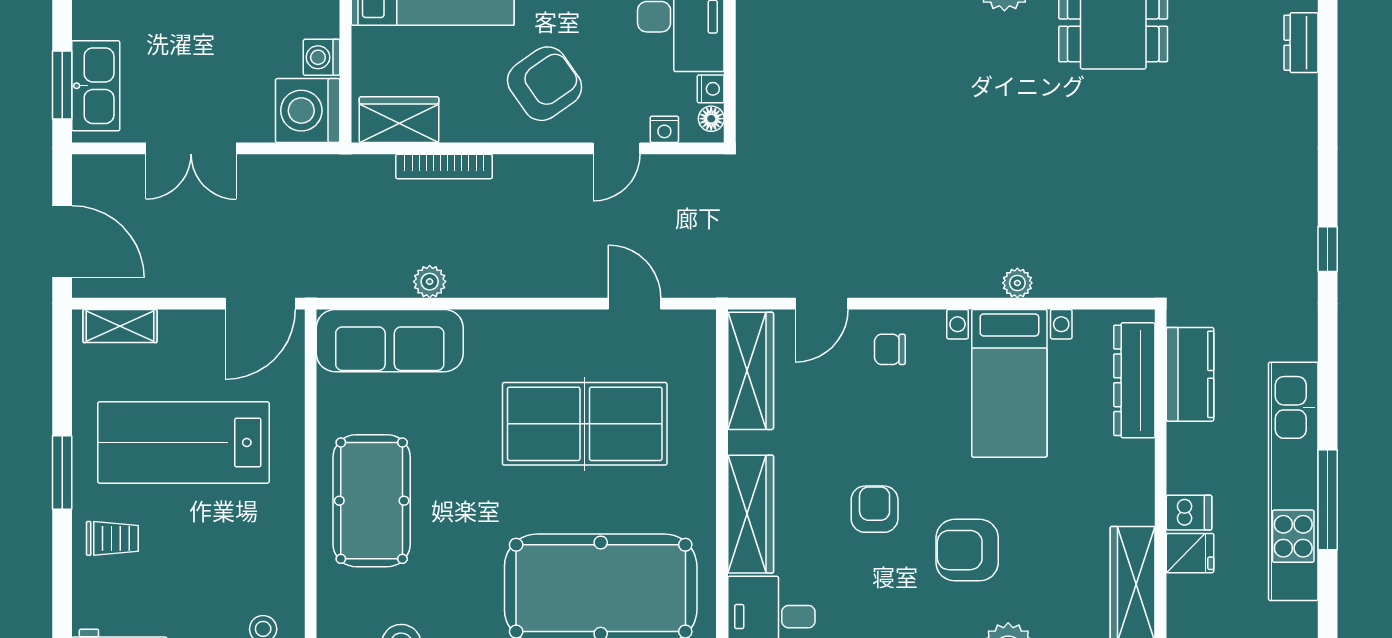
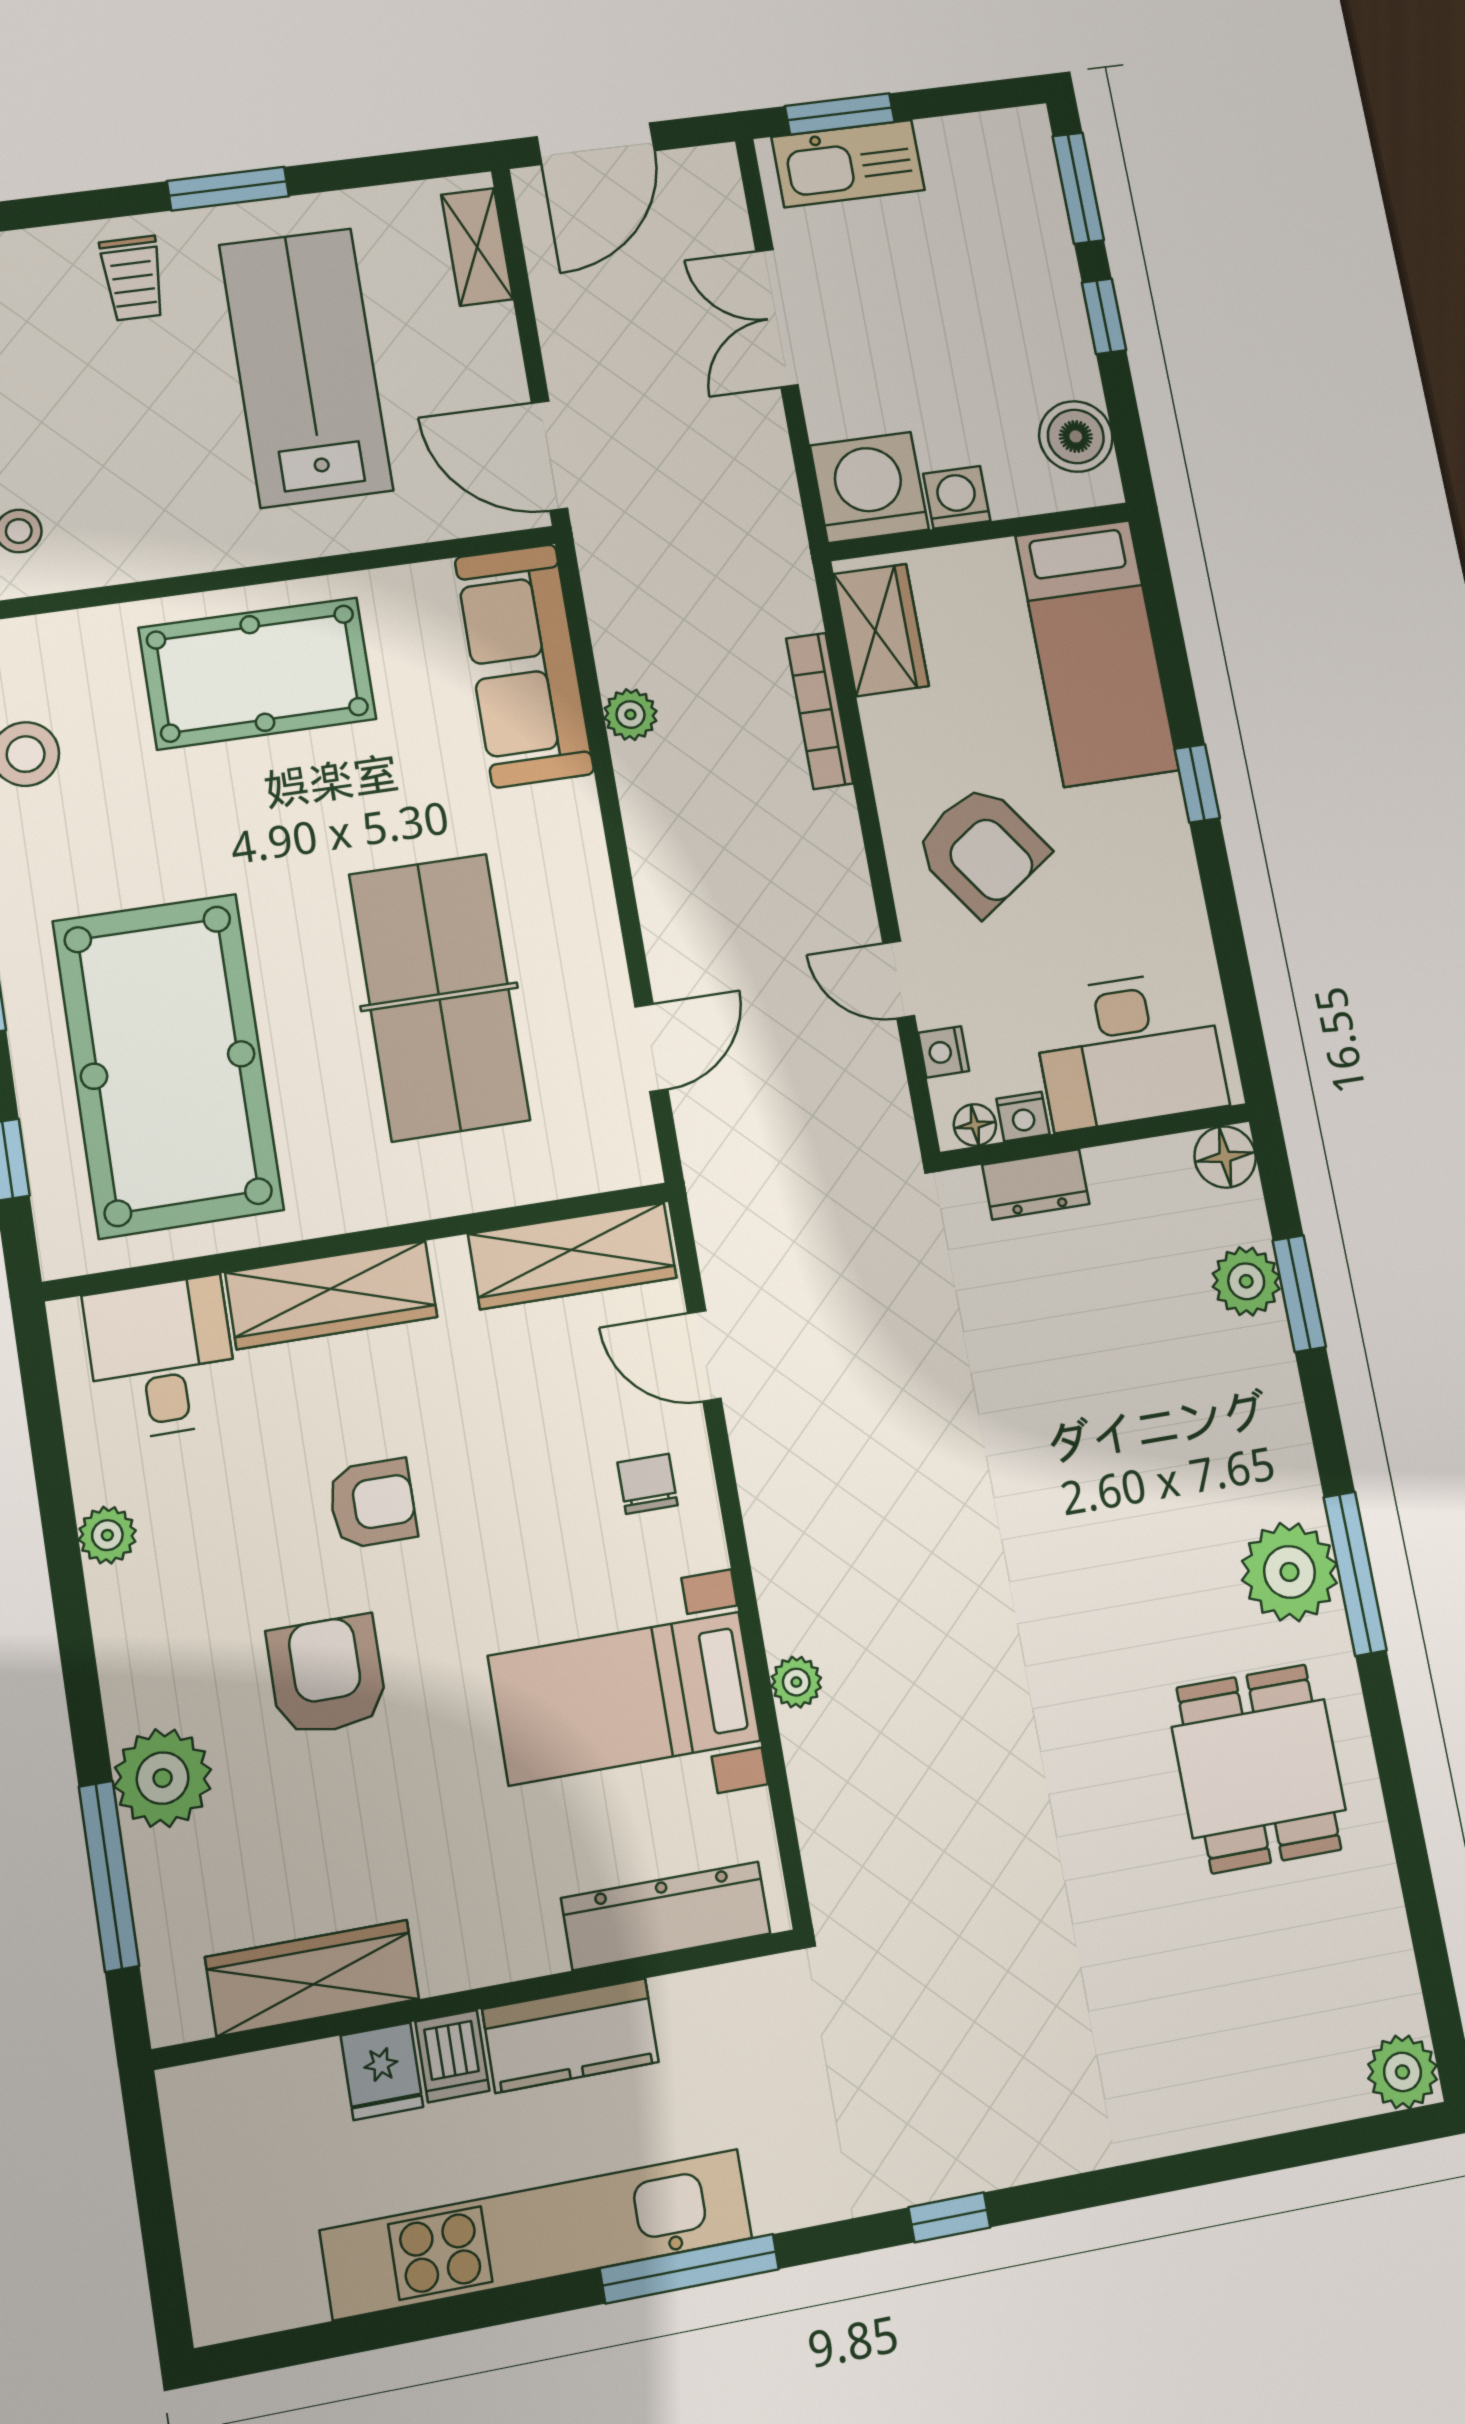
dresser: (1301, 43) -> (1036, 1184), moved, turned 180
kitchen counter: (1190, 374) -> (570, 2036), moved
window: (1328, 500) -> (689, 2269), moved

